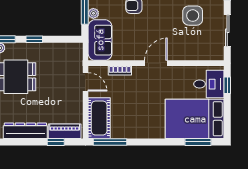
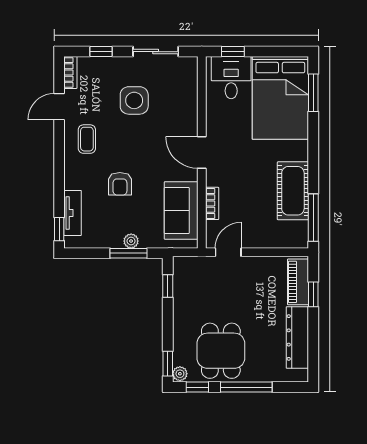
window: (34, 39) -> (168, 286), moved
sofa: (100, 40) -> (181, 210), moved, turned -90
cot: (99, 118) -> (293, 191), moved, turned 90

